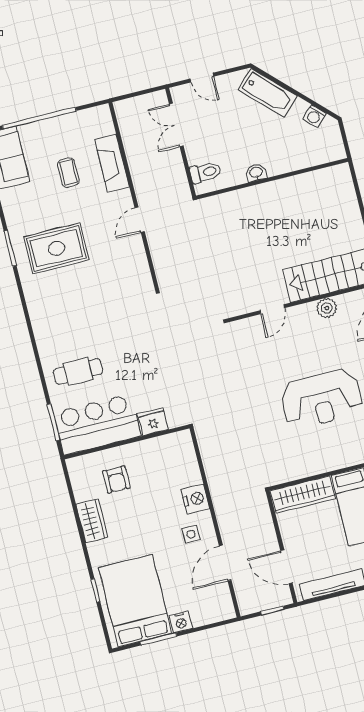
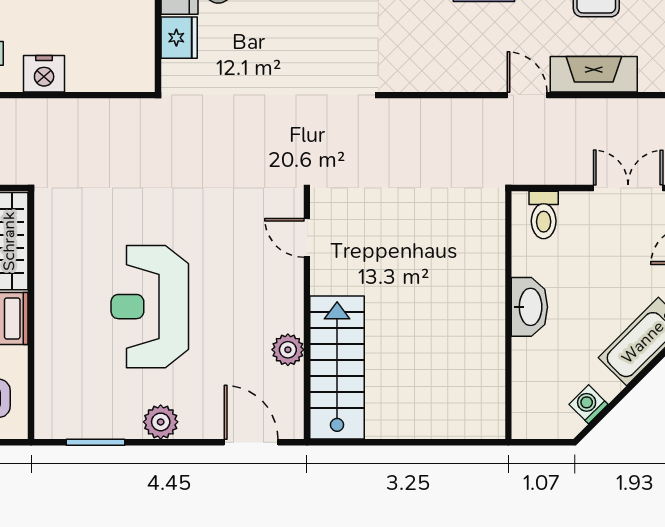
washbasin: (256, 173) -> (529, 307), width x1.91, depth x1.45
door: (140, 220) -> (527, 95), moved
door: (272, 309) -> (307, 238), moved

